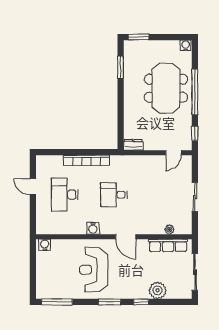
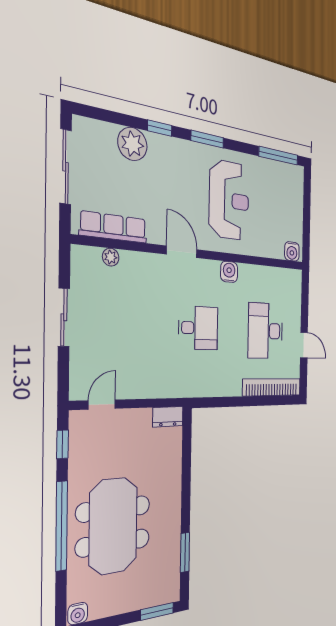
bookcase: (86, 160) -> (272, 387), moved
desk: (65, 195) -> (266, 331), turned 180

